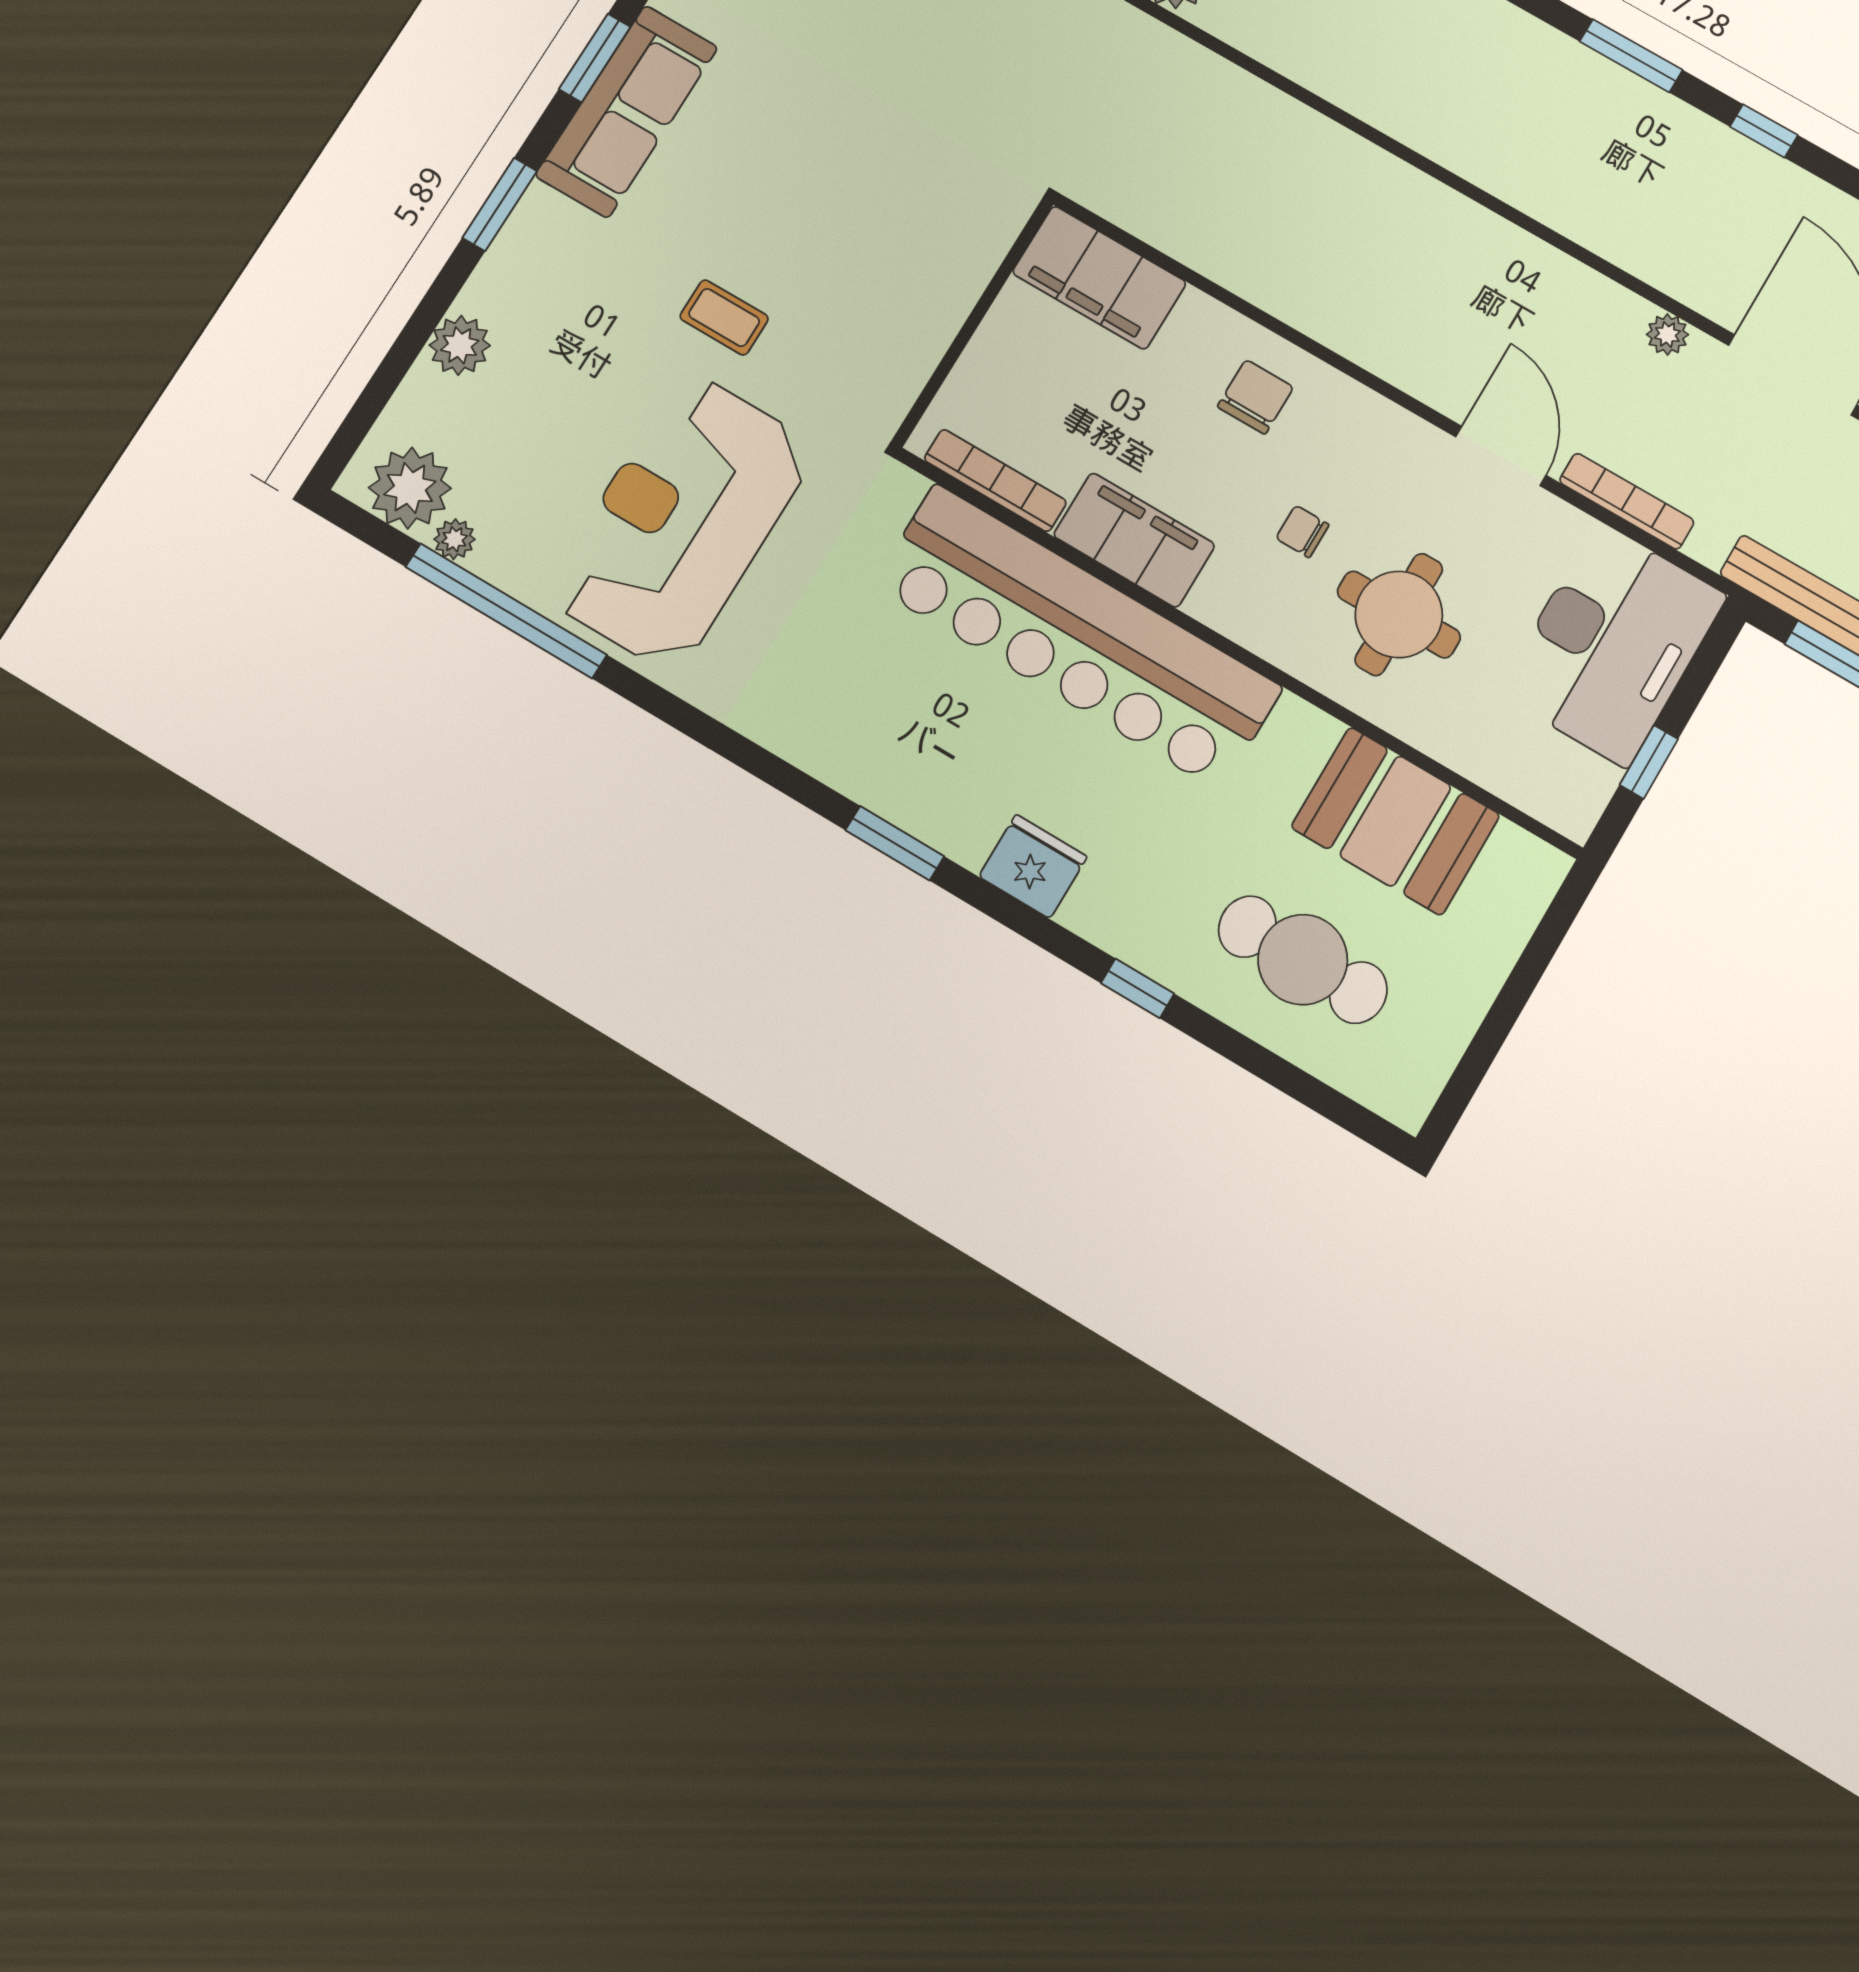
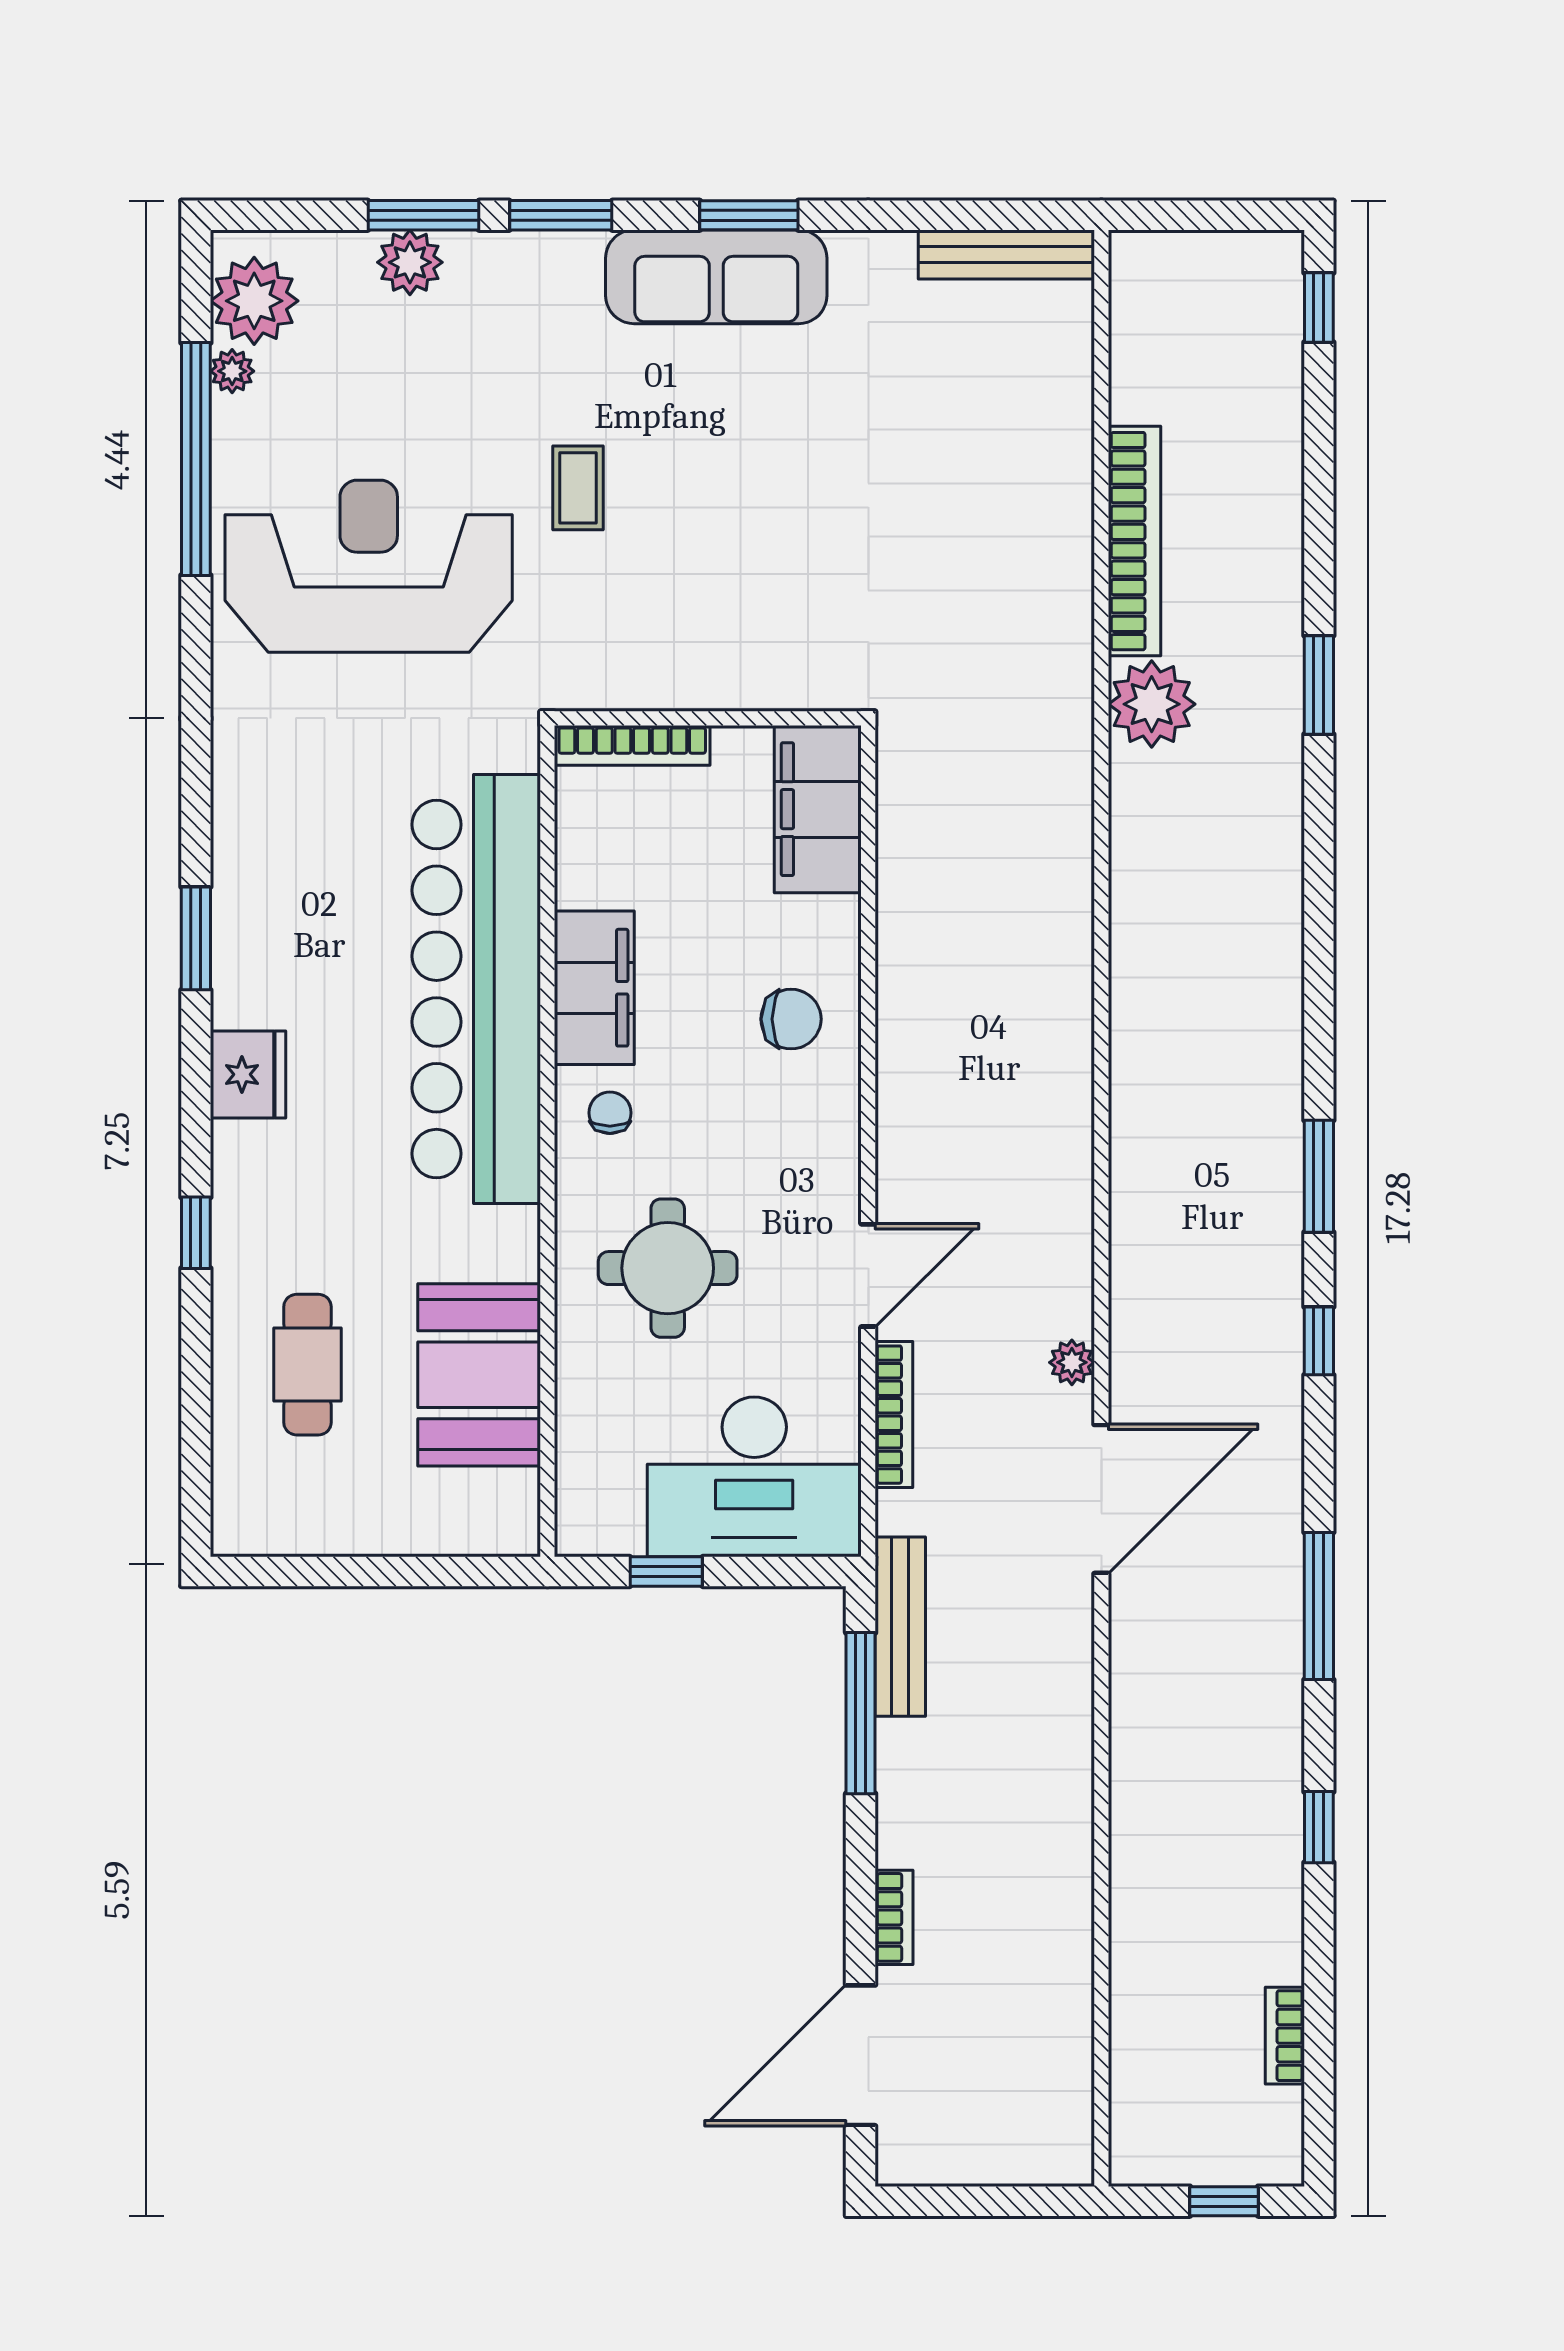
window: (429, 313) -> (423, 215), added
bookcase: (995, 480) -> (632, 745), moved, turned 90
chair: (1302, 531) -> (610, 1113), moved
cafe table: (1303, 960) -> (307, 1365), width x0.73, depth x0.74

